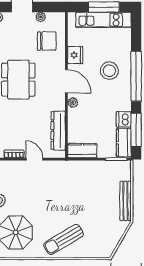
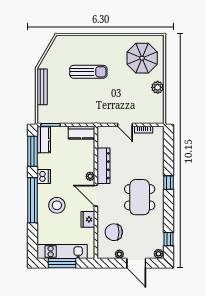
dishwasher: (124, 119) -> (44, 177), moved
dresser: (58, 131) -> (103, 166), moved
sun lounger: (64, 239) -> (88, 72), moved, turned 31

